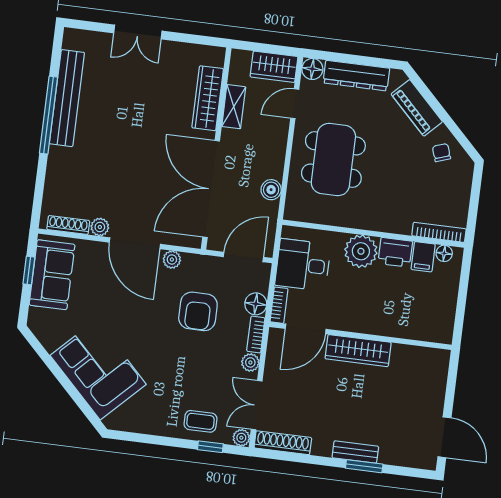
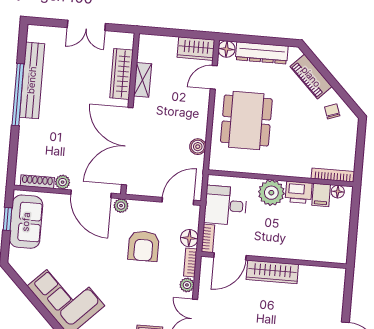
wardrobe: (208, 98) -> (122, 74), moved
shelving: (234, 107) -> (143, 80), moved
wall: (216, 149) -> (130, 114), moved
double door: (211, 189) -> (127, 146), moved

